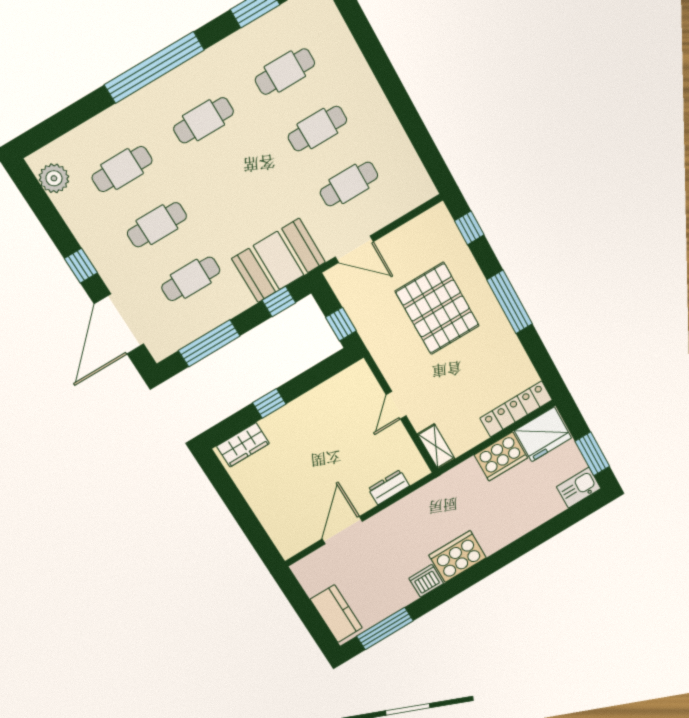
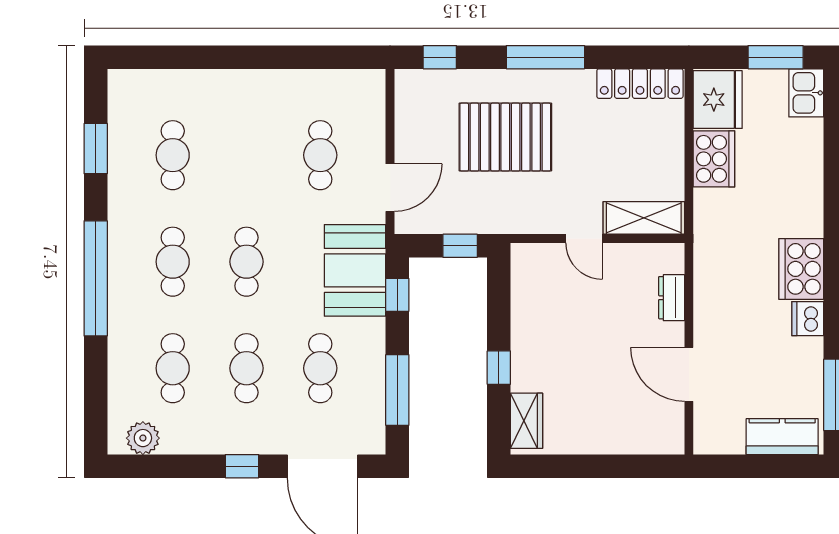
cafe table: (317, 129) -> (246, 262), moved
locker: (516, 409) -> (640, 84), moved, turned -90
shelving: (436, 446) -> (644, 218), width x1.50, depth x1.33

